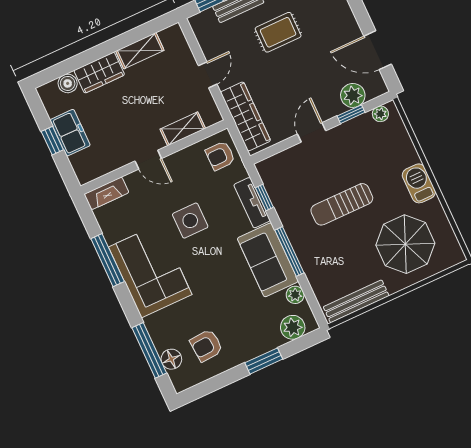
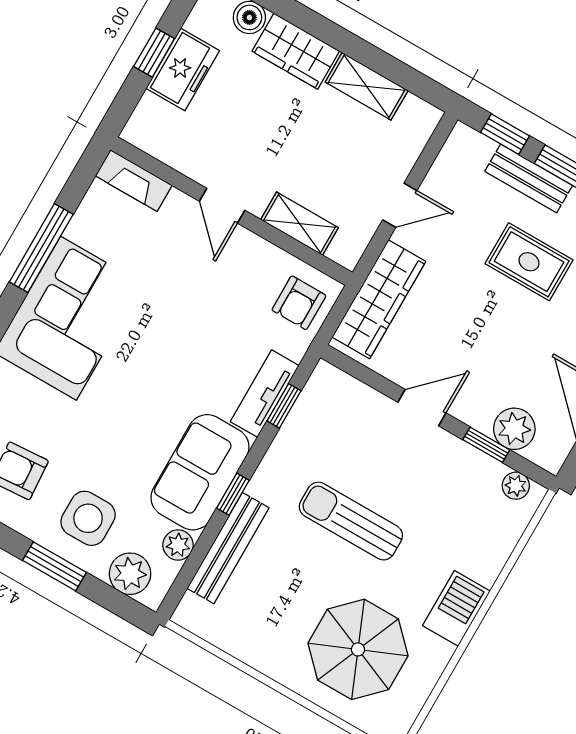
armchair: (220, 156) -> (299, 303), turned -90
side table: (190, 221) -> (88, 518), moved
window: (289, 252) -> (233, 494), width x0.46
bench: (356, 301) -> (228, 548), moved, turned 90

